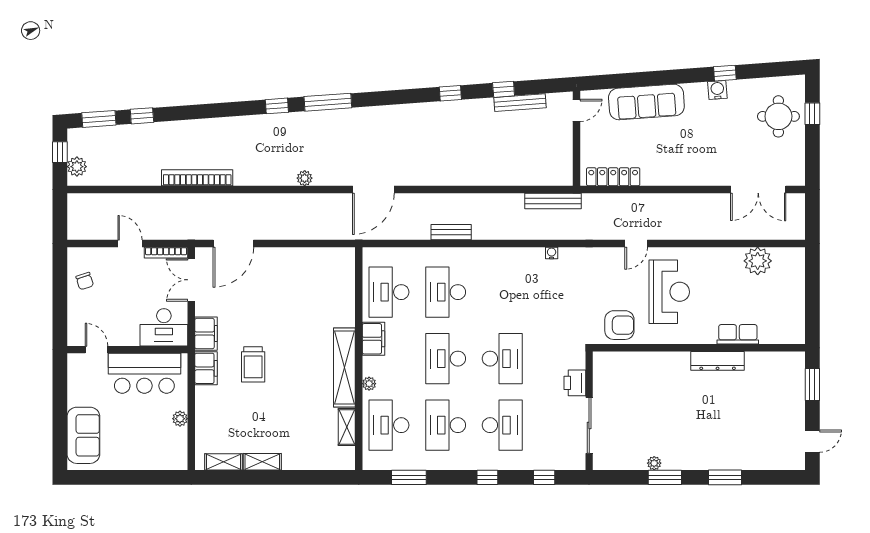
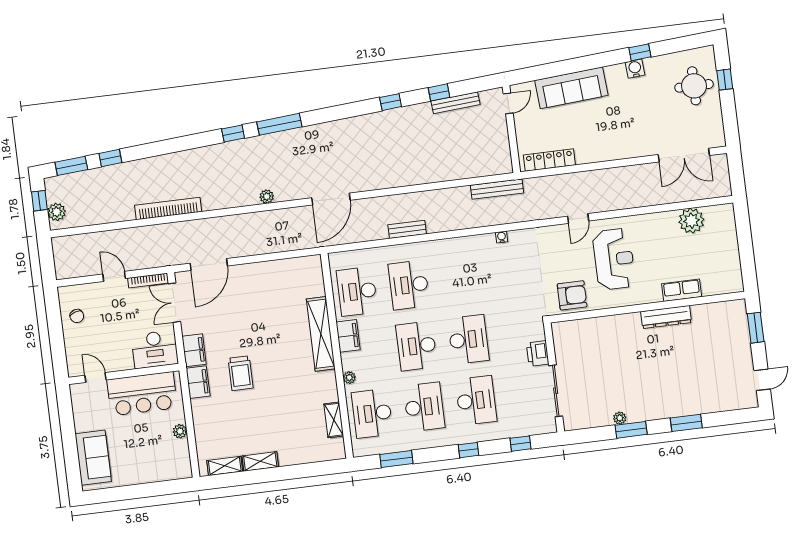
shelving: (344, 367) -> (321, 334), moved
desk: (446, 425) -> (424, 407), turned 180

